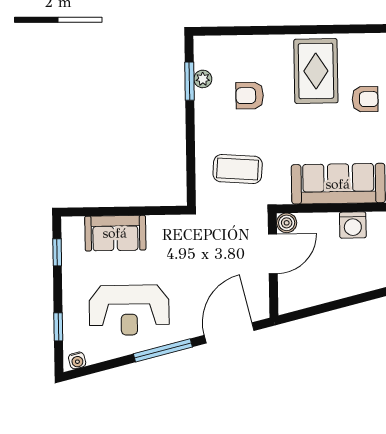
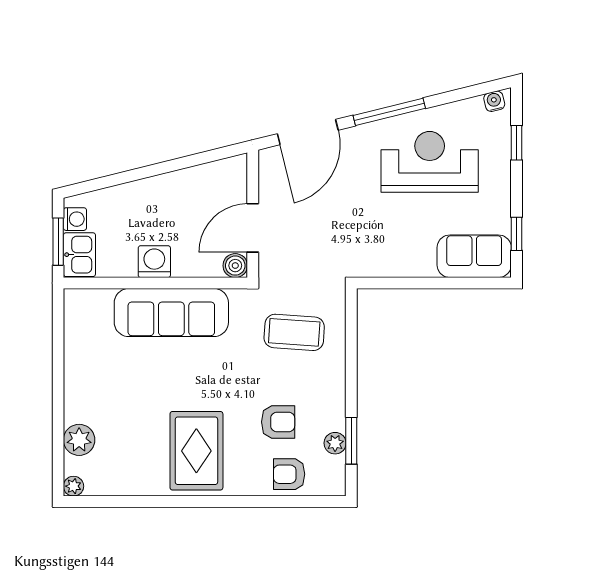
armchair: (365, 99) -> (289, 474), moved
sofa: (115, 233) -> (474, 256), moved

